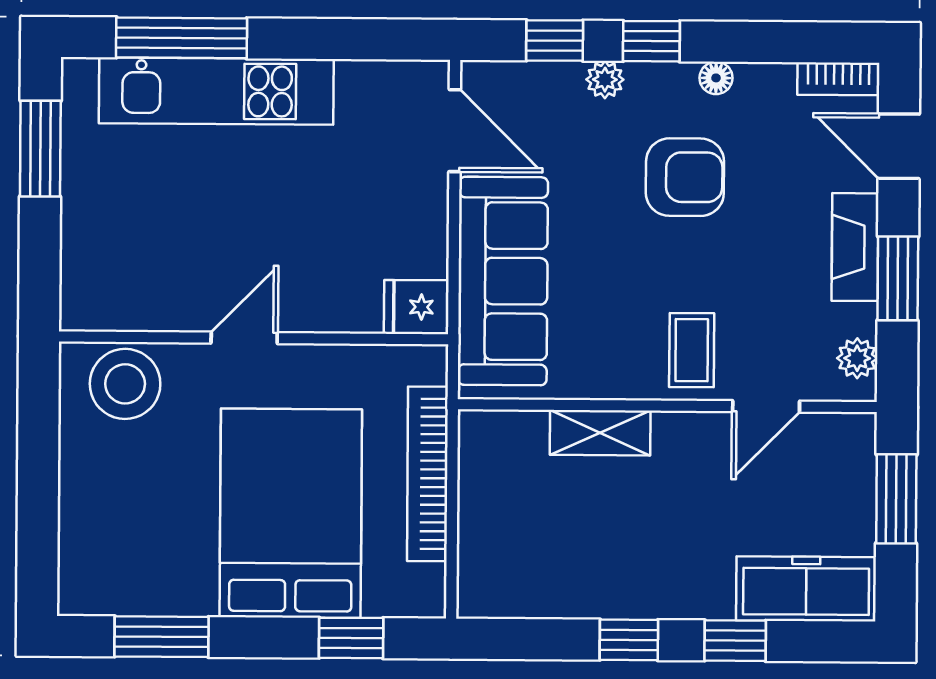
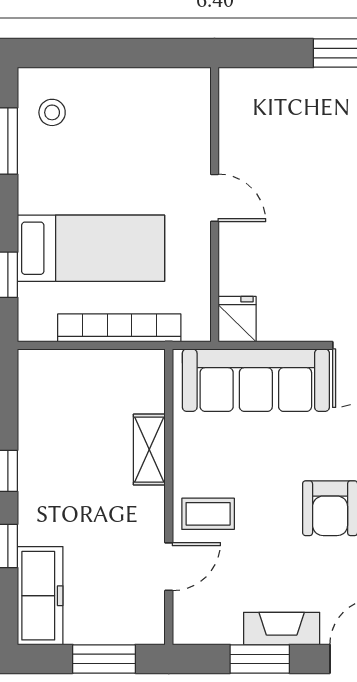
plant: (857, 358) -> (203, 631), removed
stool: (125, 384) -> (52, 112), moved, width x0.53, depth x0.53
door: (766, 406) -> (169, 567), swing flipped
bed: (291, 513) -> (91, 248), width x0.67

